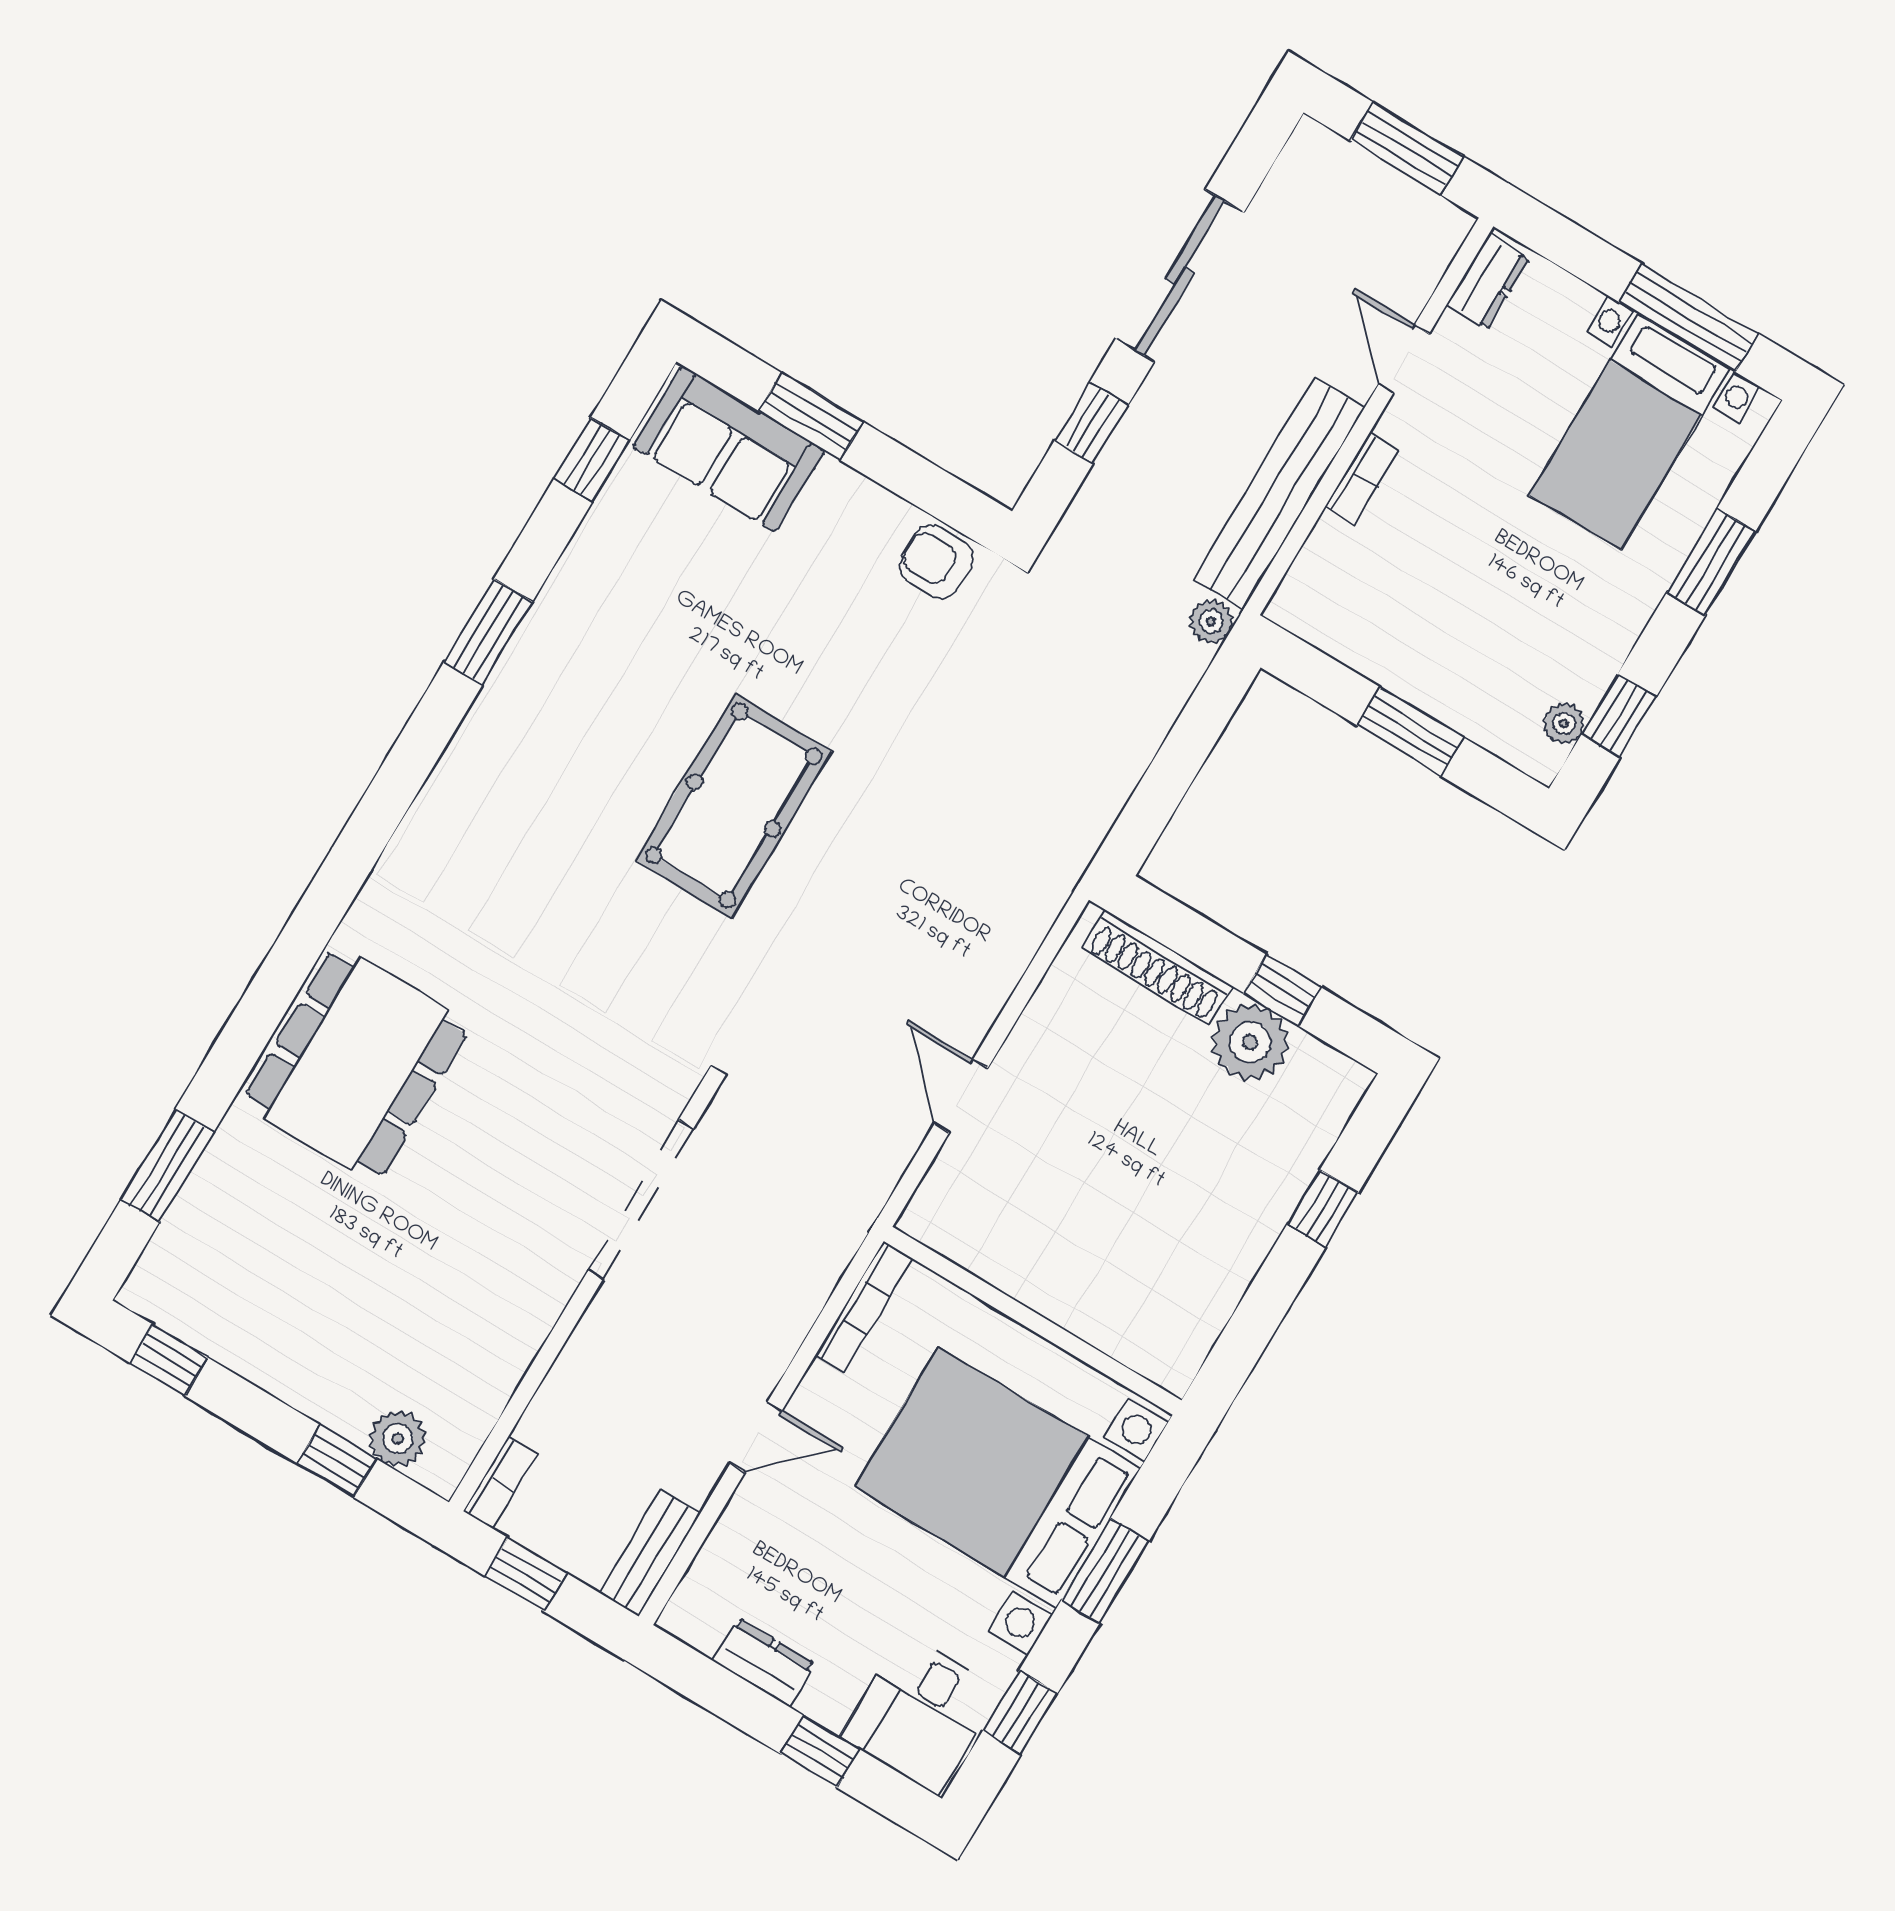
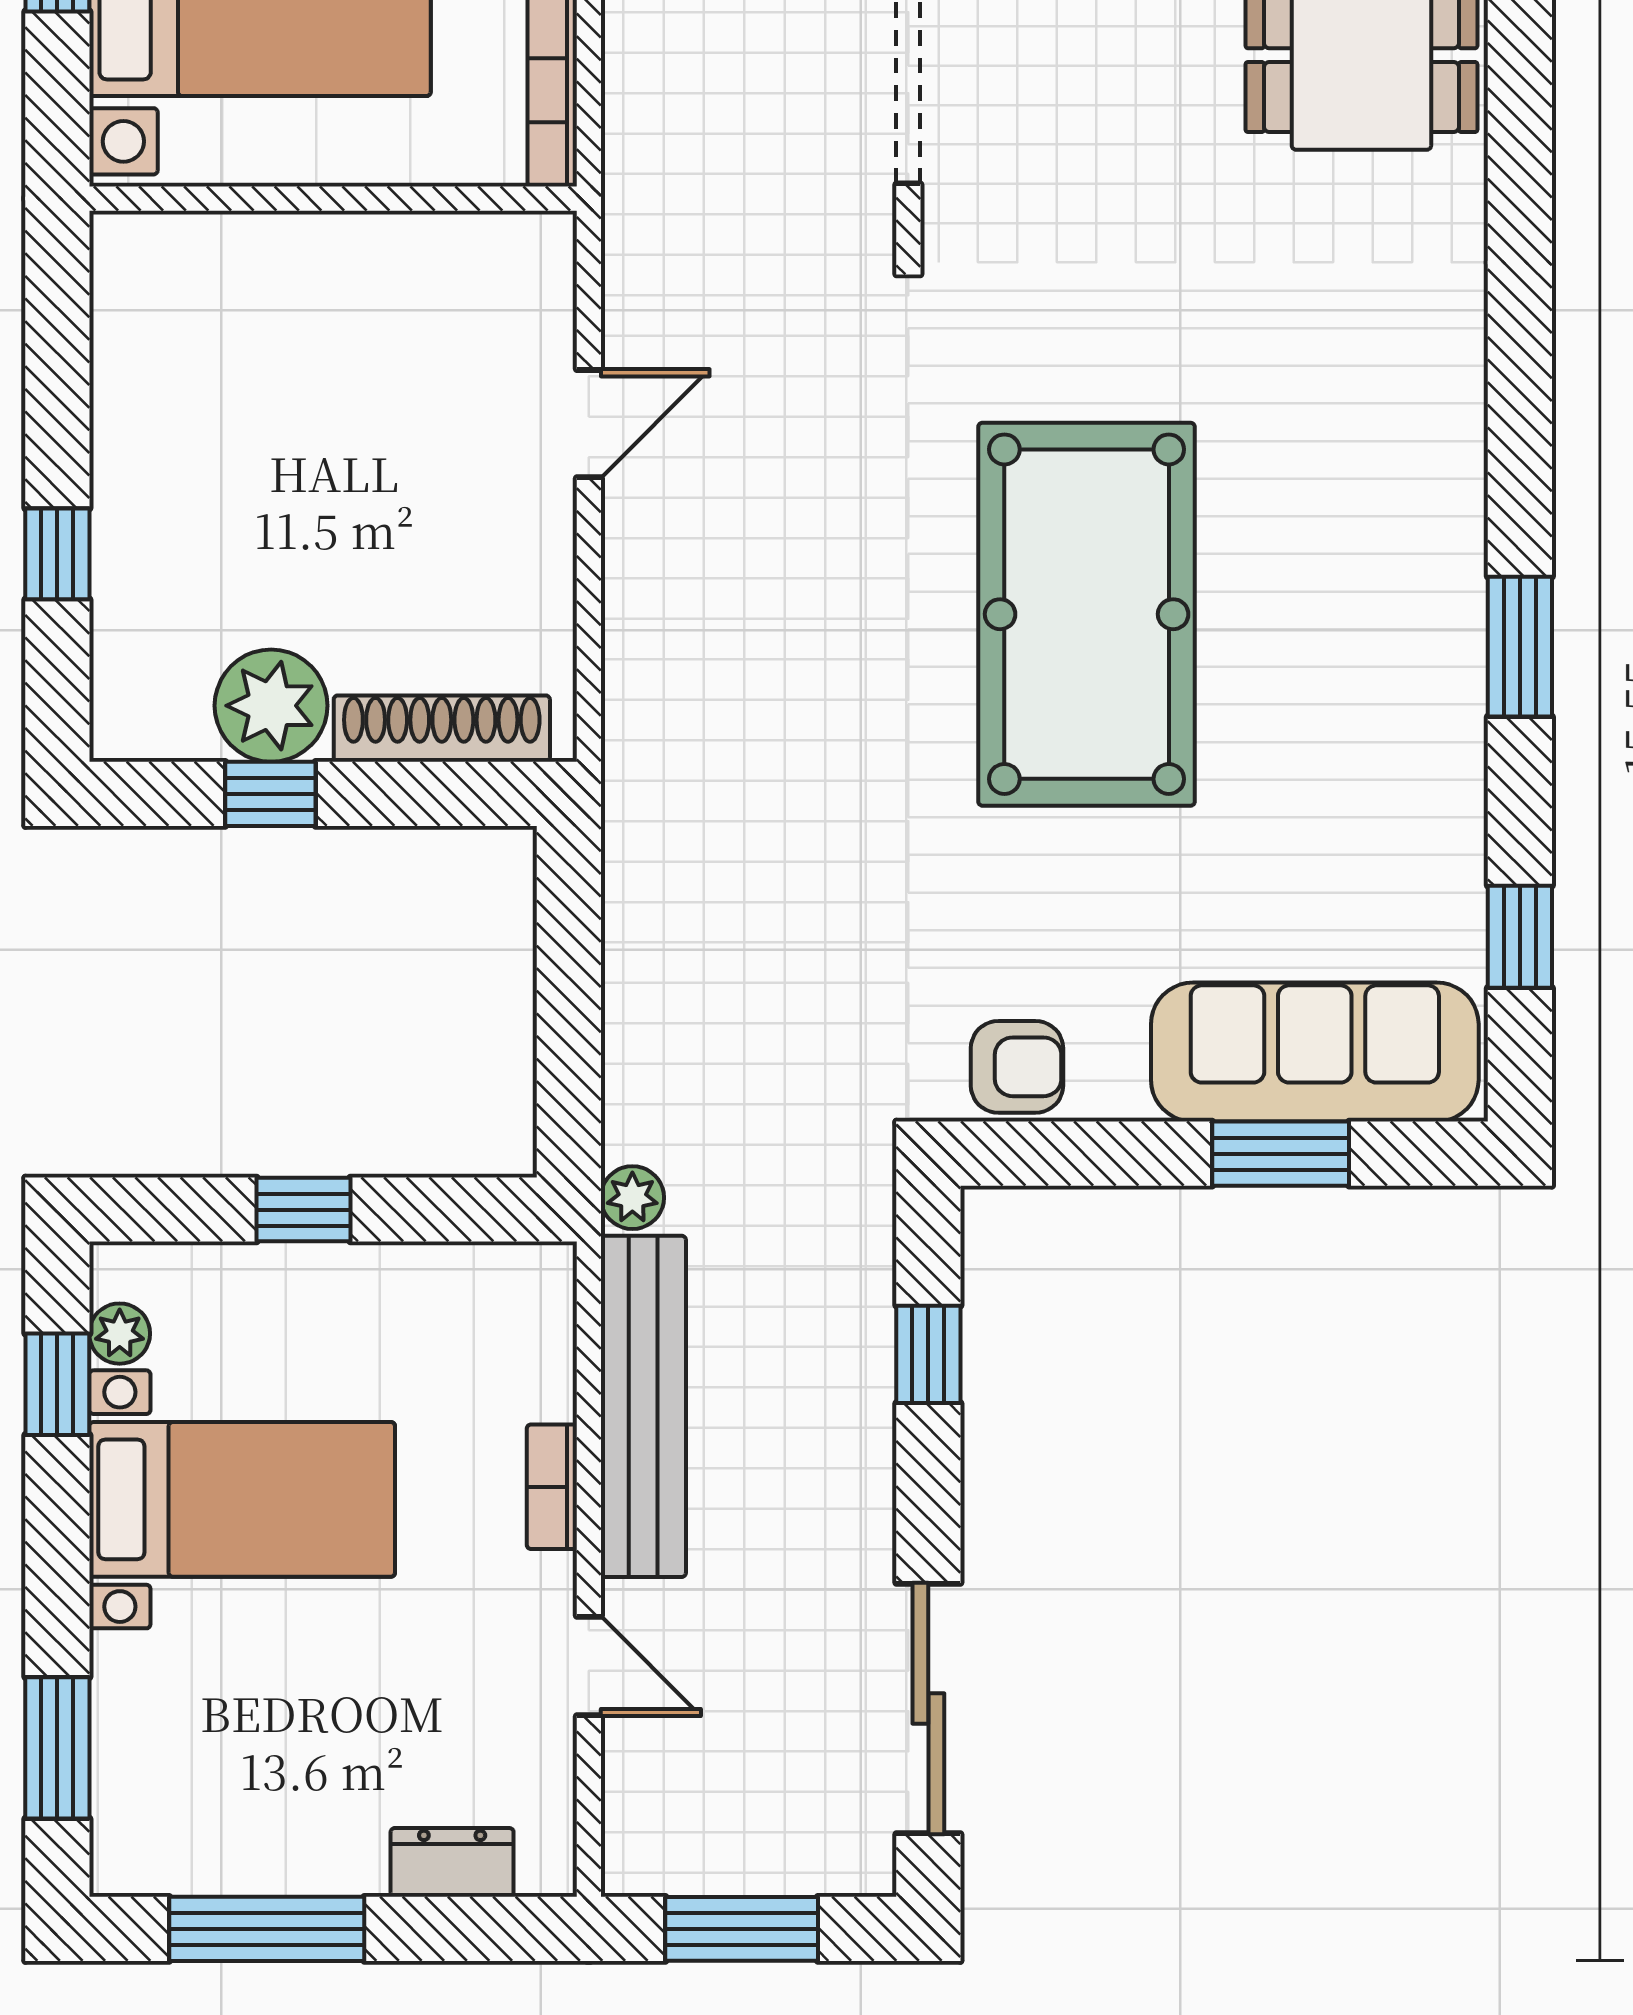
sliding door: (1180, 276) -> (928, 1709), moved
dresser: (1488, 282) -> (452, 1862), moved, turned 90
bed with nightstands: (1630, 432) -> (242, 1499), moved, turned 90
sofa: (729, 449) -> (1315, 1052), width x1.36
window: (1711, 562) -> (57, 1748), moved
window: (1410, 731) -> (304, 1210), width x0.67
pool table: (734, 806) -> (1087, 614), width x1.36, depth x1.32
door: (961, 1096) -> (589, 424), hinge flipped

